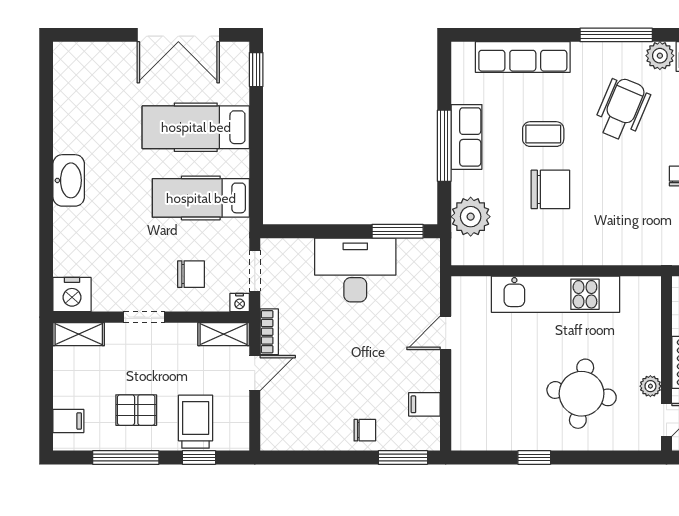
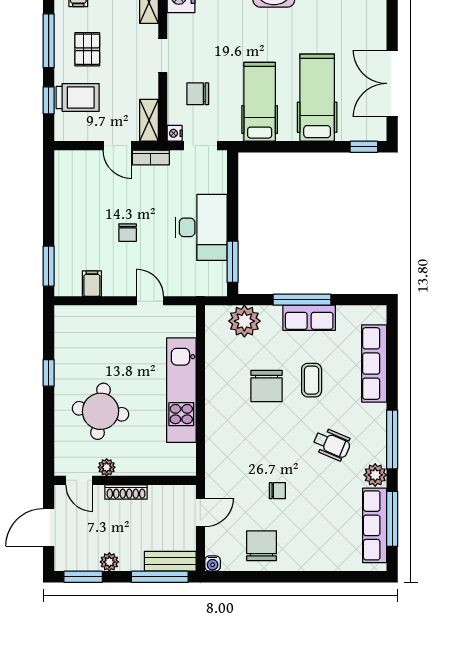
wheelchair: (622, 109) -> (332, 444), width x0.73, depth x0.73
chair: (191, 274) -> (198, 94), turned 90
chair: (365, 430) -> (128, 233), moved

